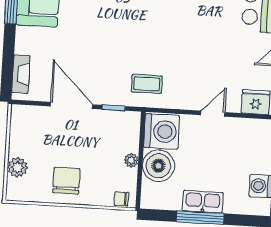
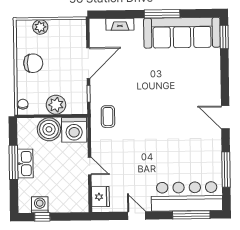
fireplace: (21, 74) -> (120, 24), moved
plant: (131, 160) -> (56, 105), width x1.87, depth x1.87

